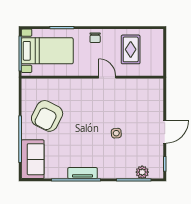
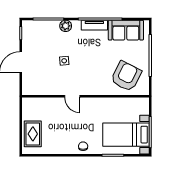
rug: (131, 49) -> (33, 134), moved
wall: (92, 77) -> (85, 96), moved
door: (107, 77) -> (72, 96), moved
sofa: (33, 159) -> (126, 30), moved, turned -90
plant: (142, 172) -> (66, 26), moved

